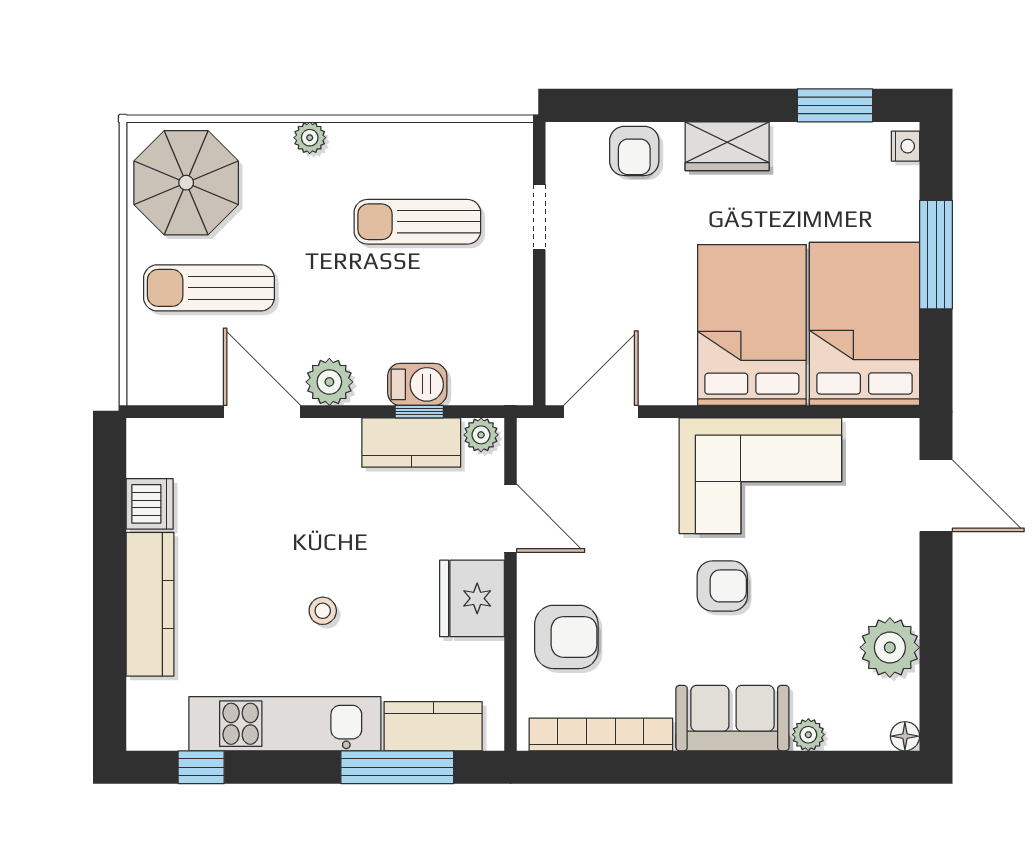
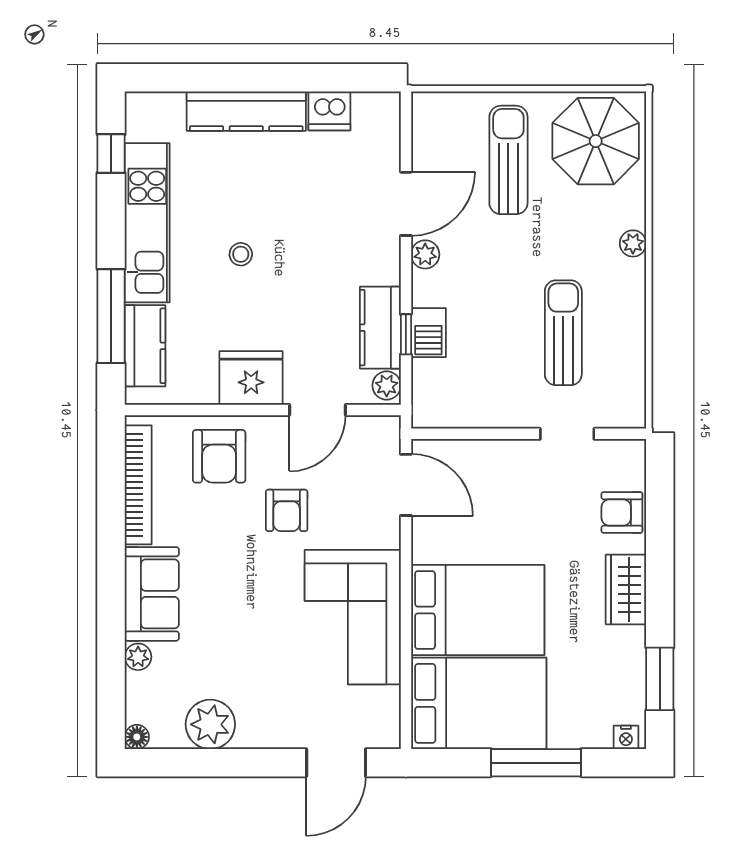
plant: (329, 382) -> (425, 254), width x0.73, depth x0.73
armchair: (722, 586) -> (287, 510), moved

